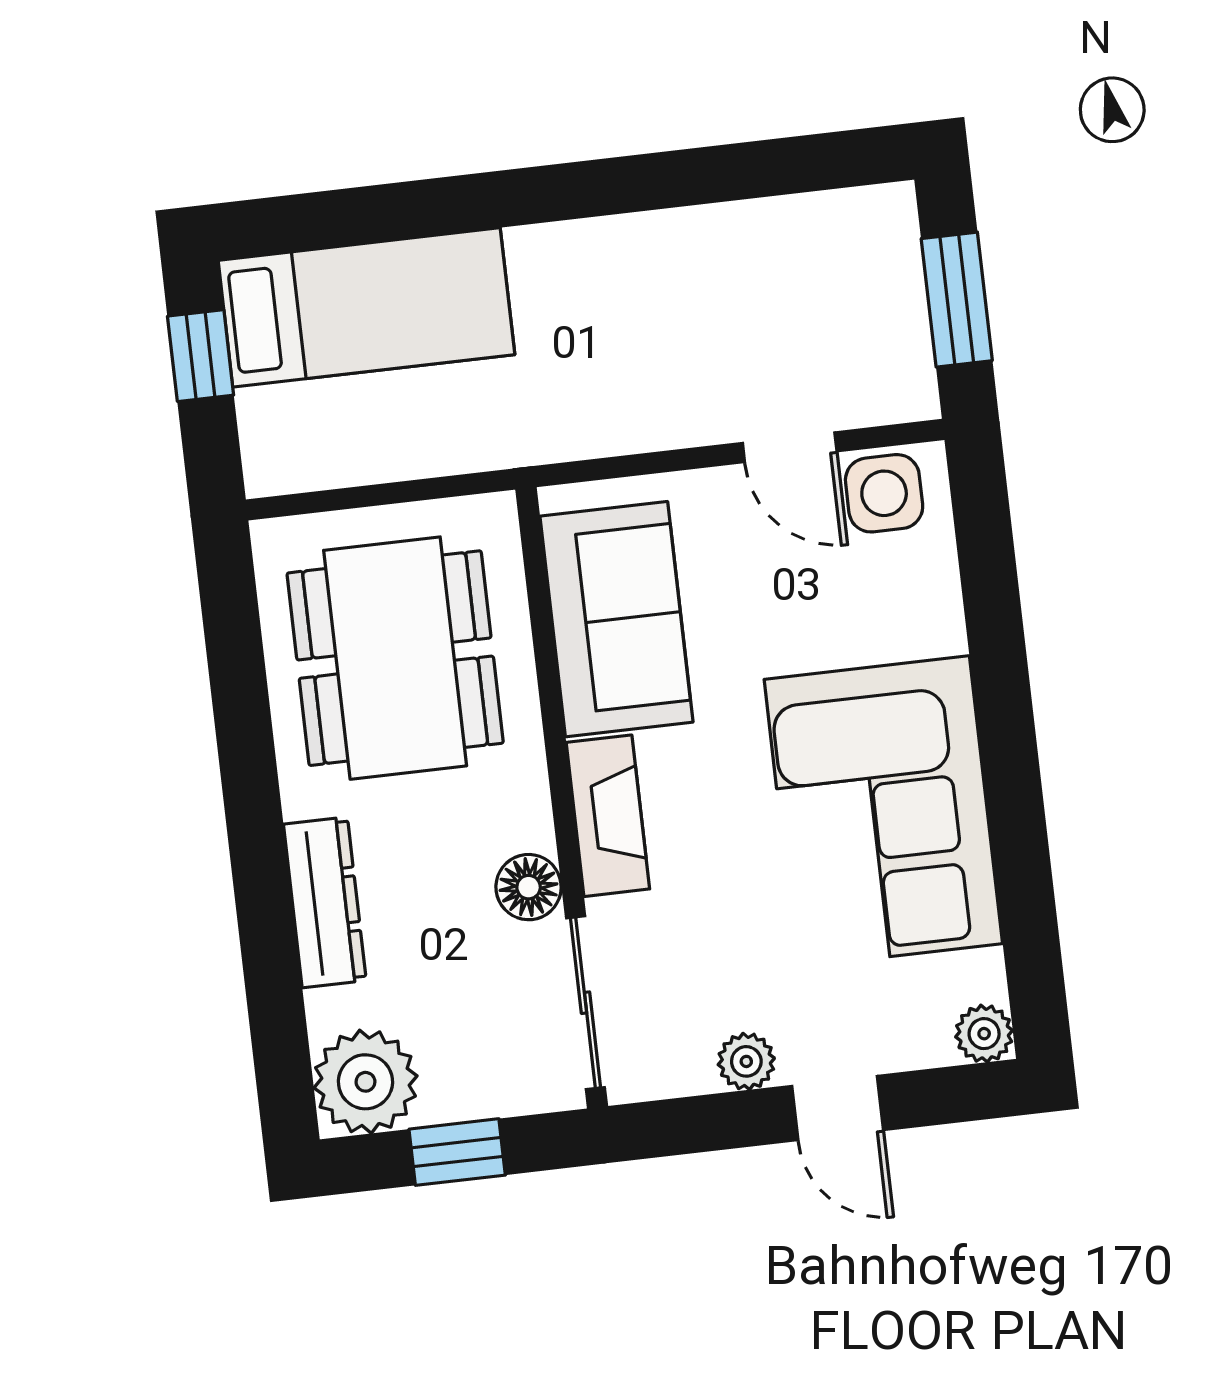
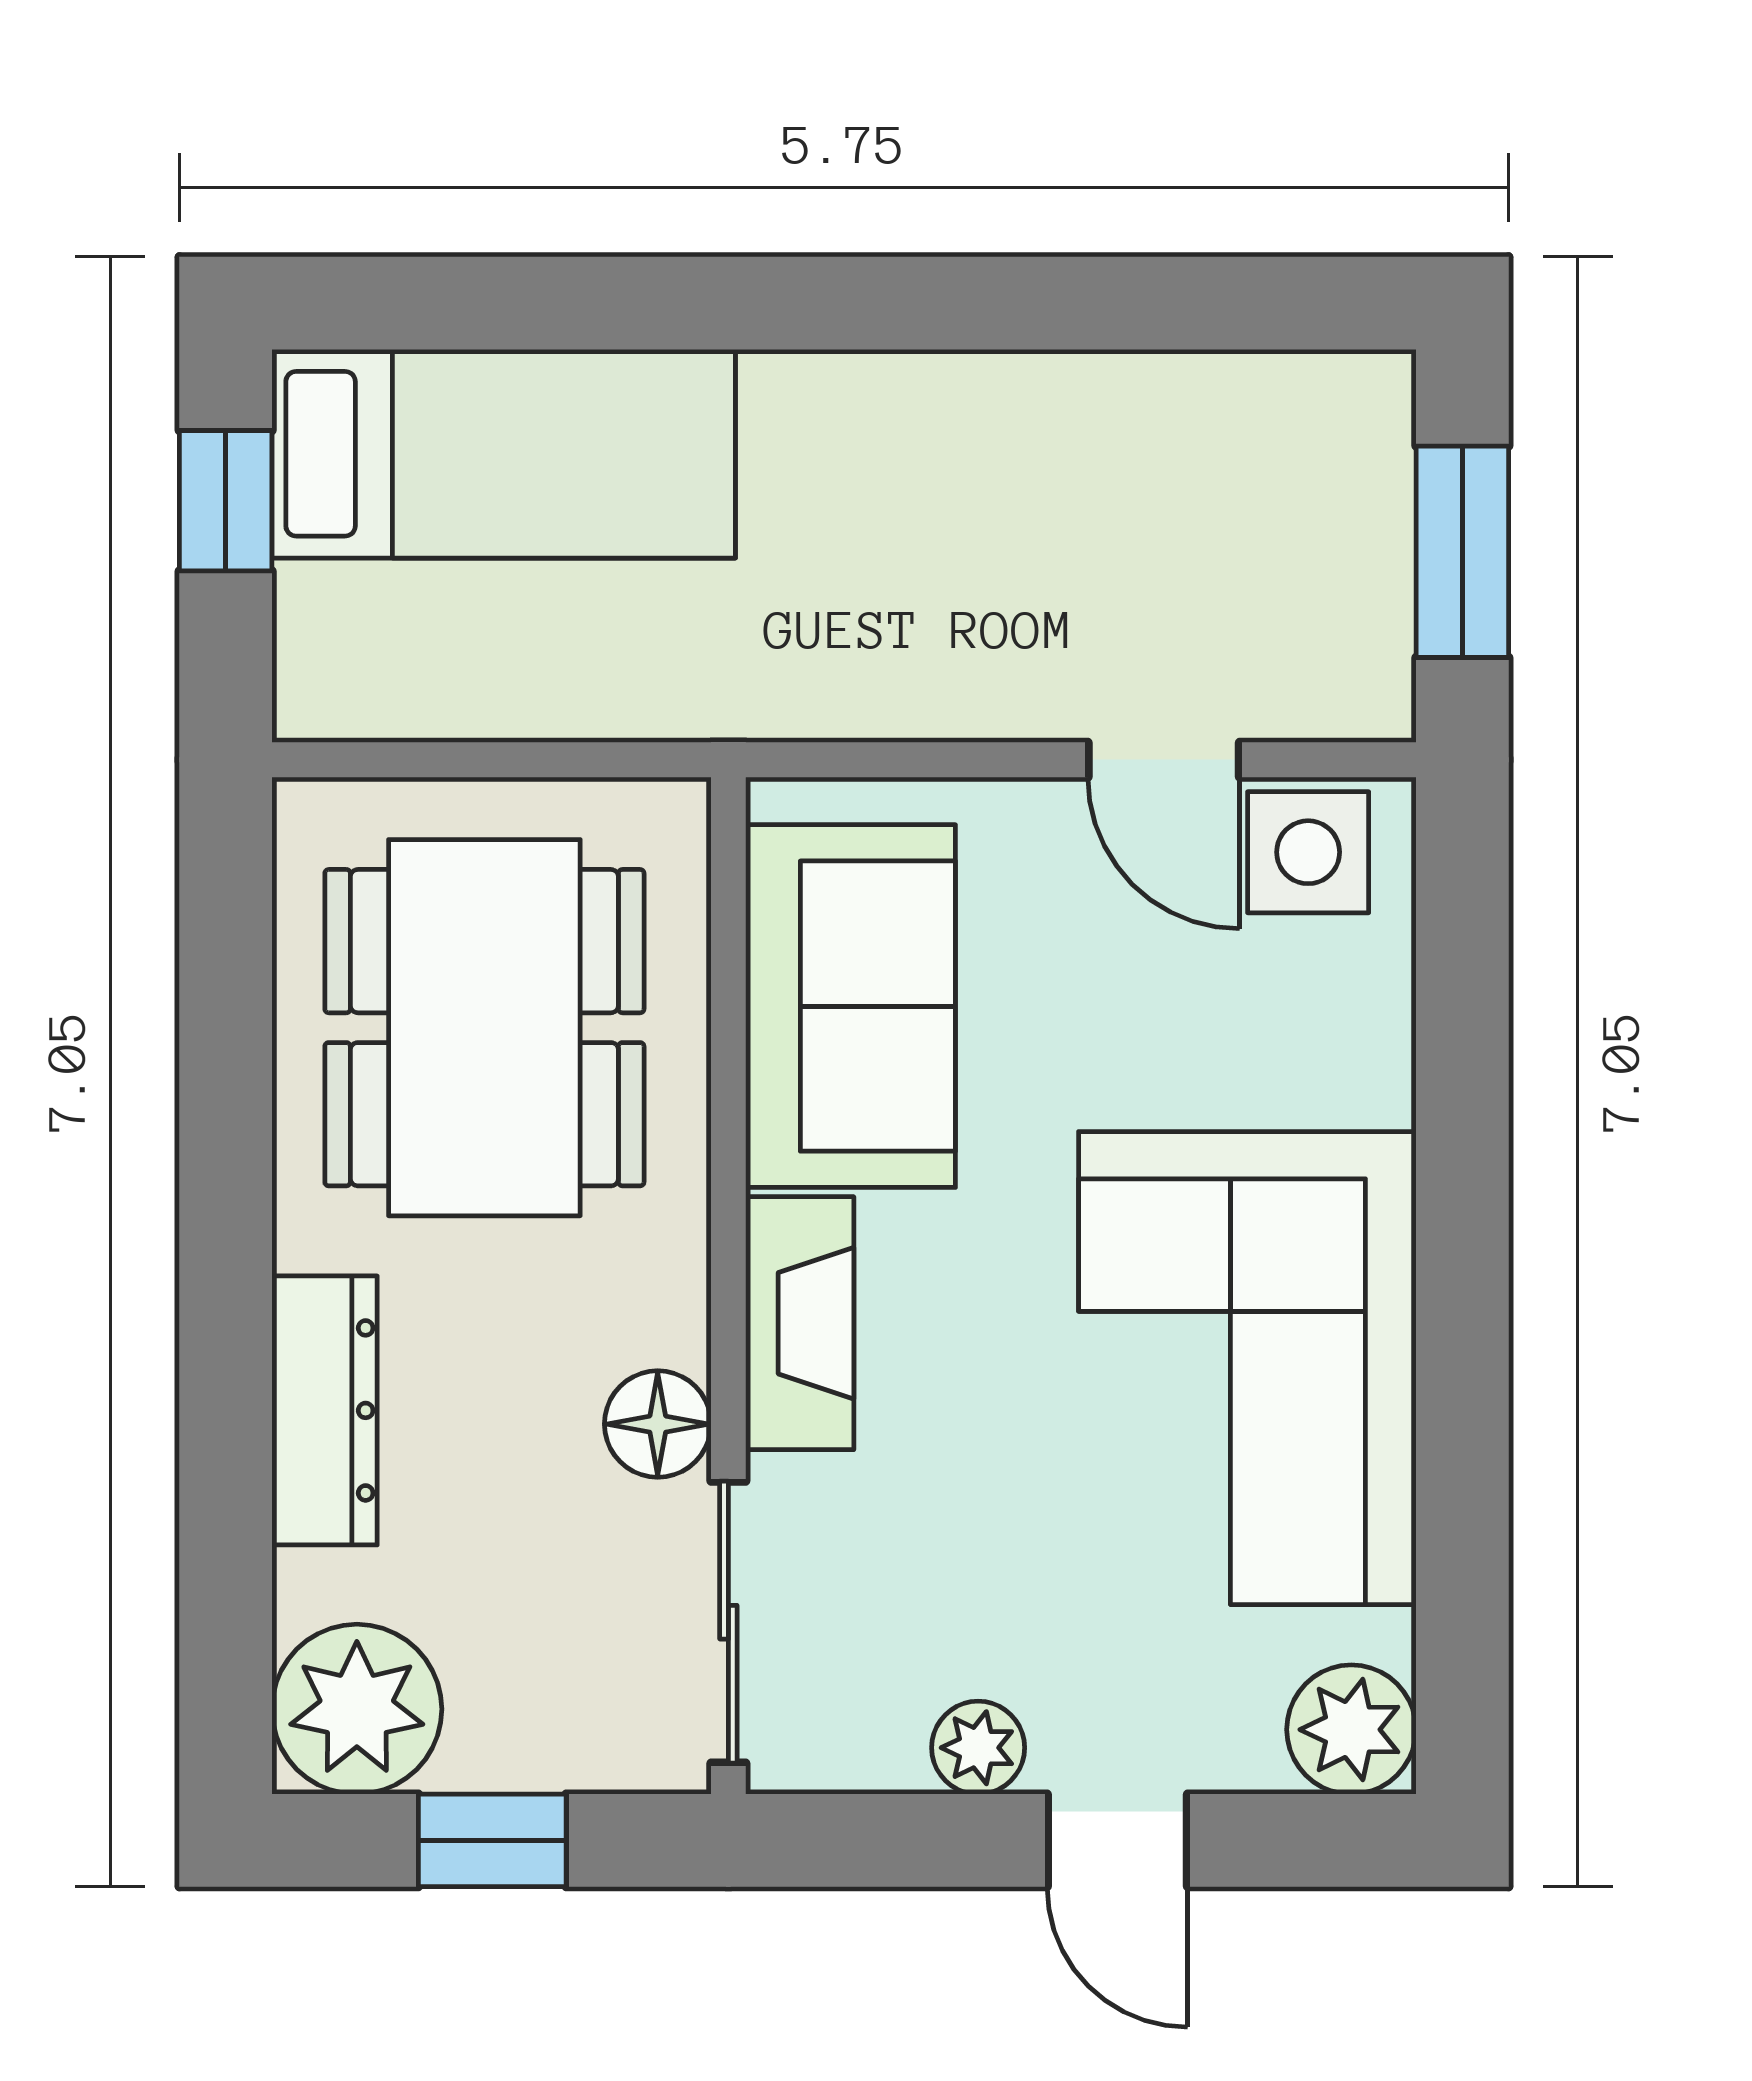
plant: (984, 1034) -> (1351, 1730), width x1.38, depth x1.38

